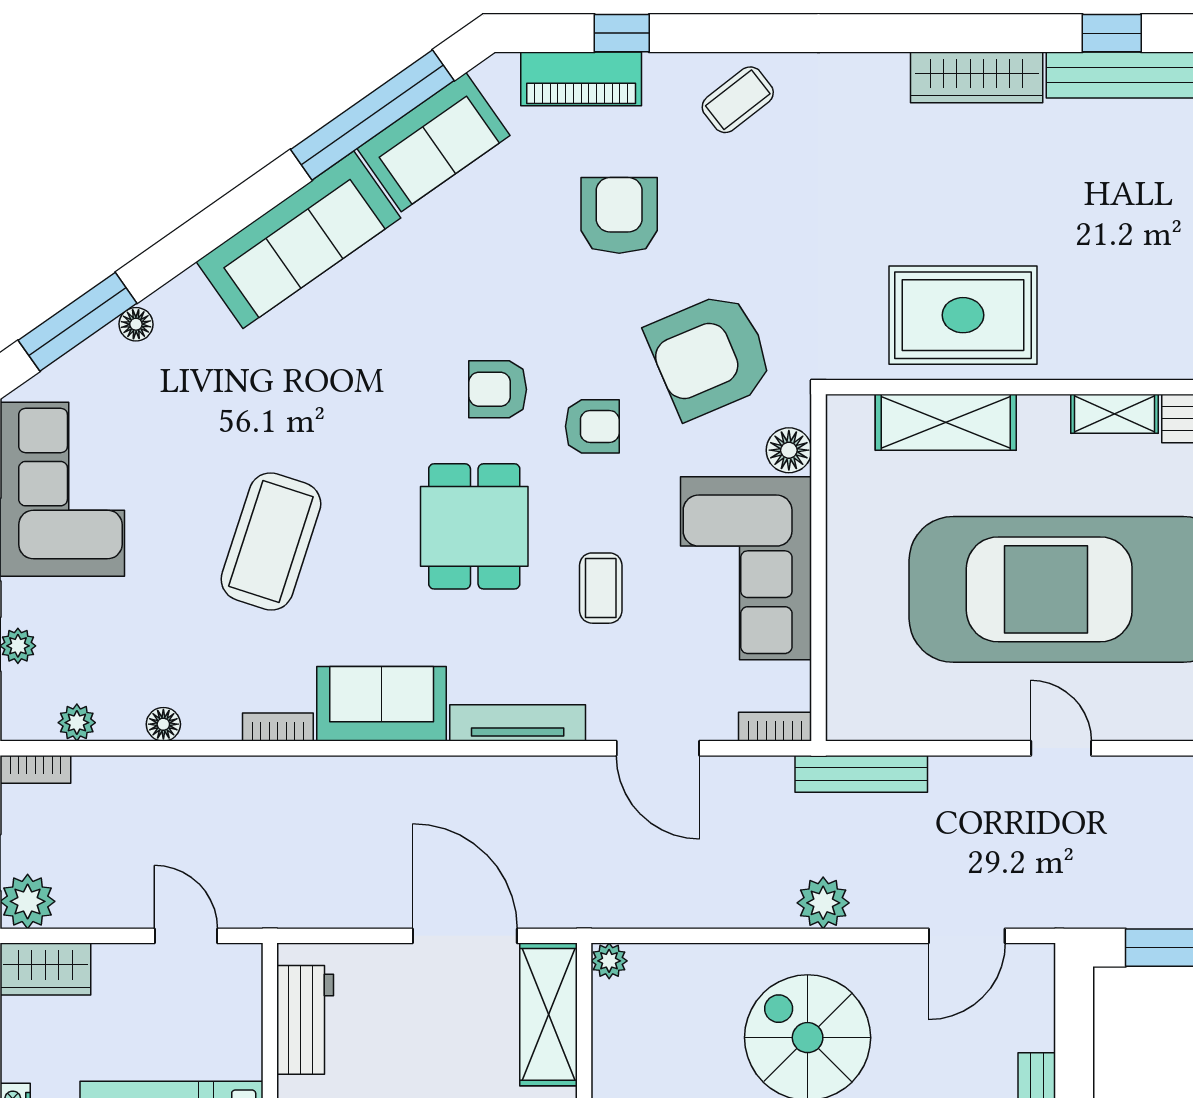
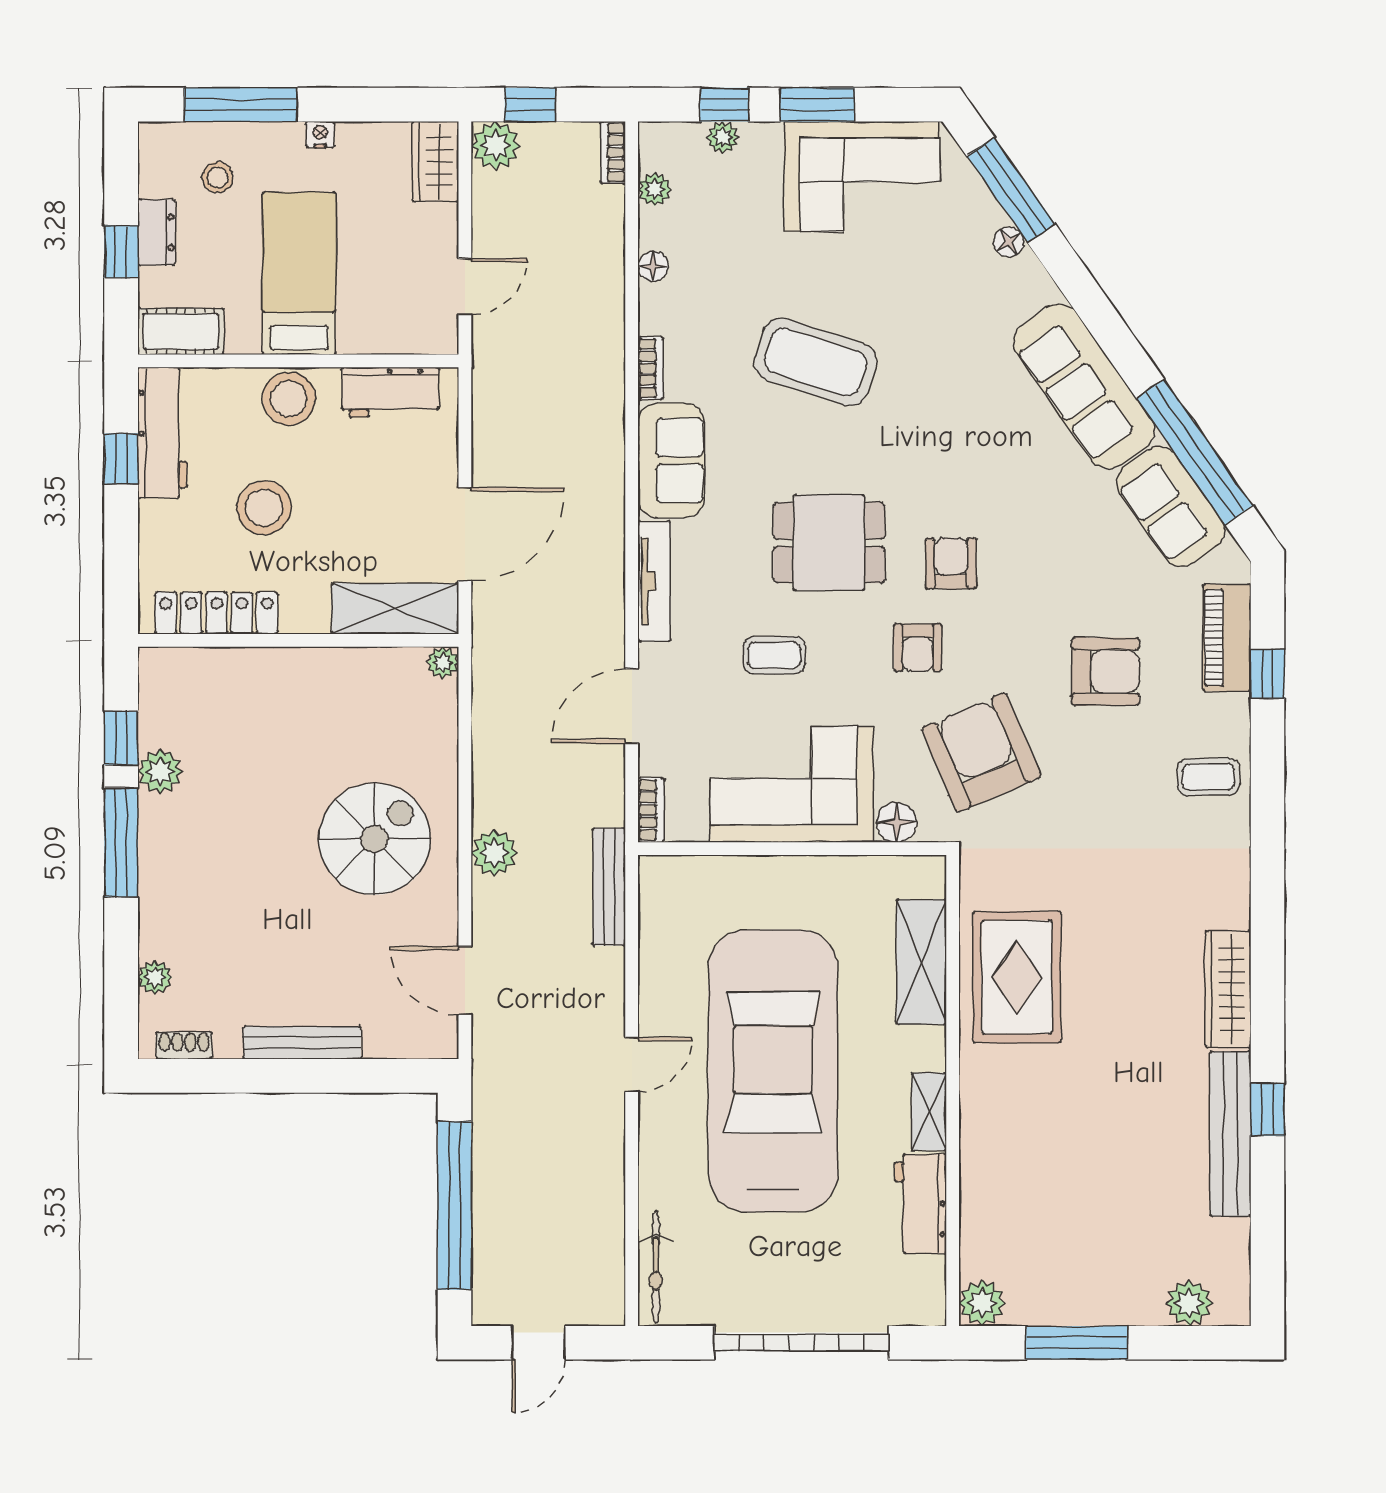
coffee table: (738, 100) -> (1208, 777), turned -53

